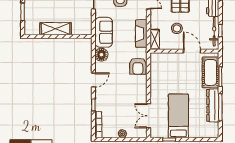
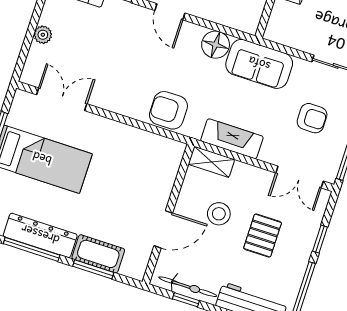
cot: (210, 72) -> (98, 254), width x0.73, depth x0.75

